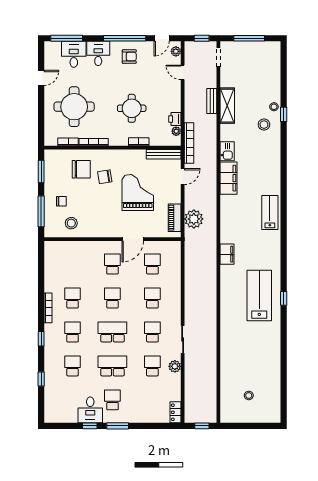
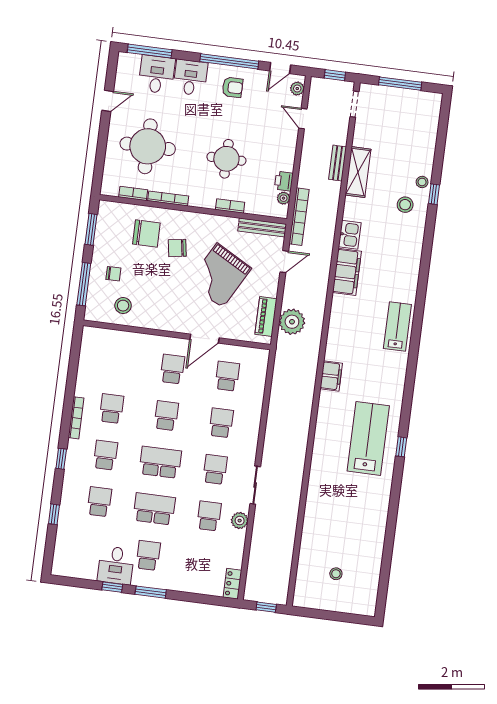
grand piano: (138, 193) -> (220, 275), turned -151

